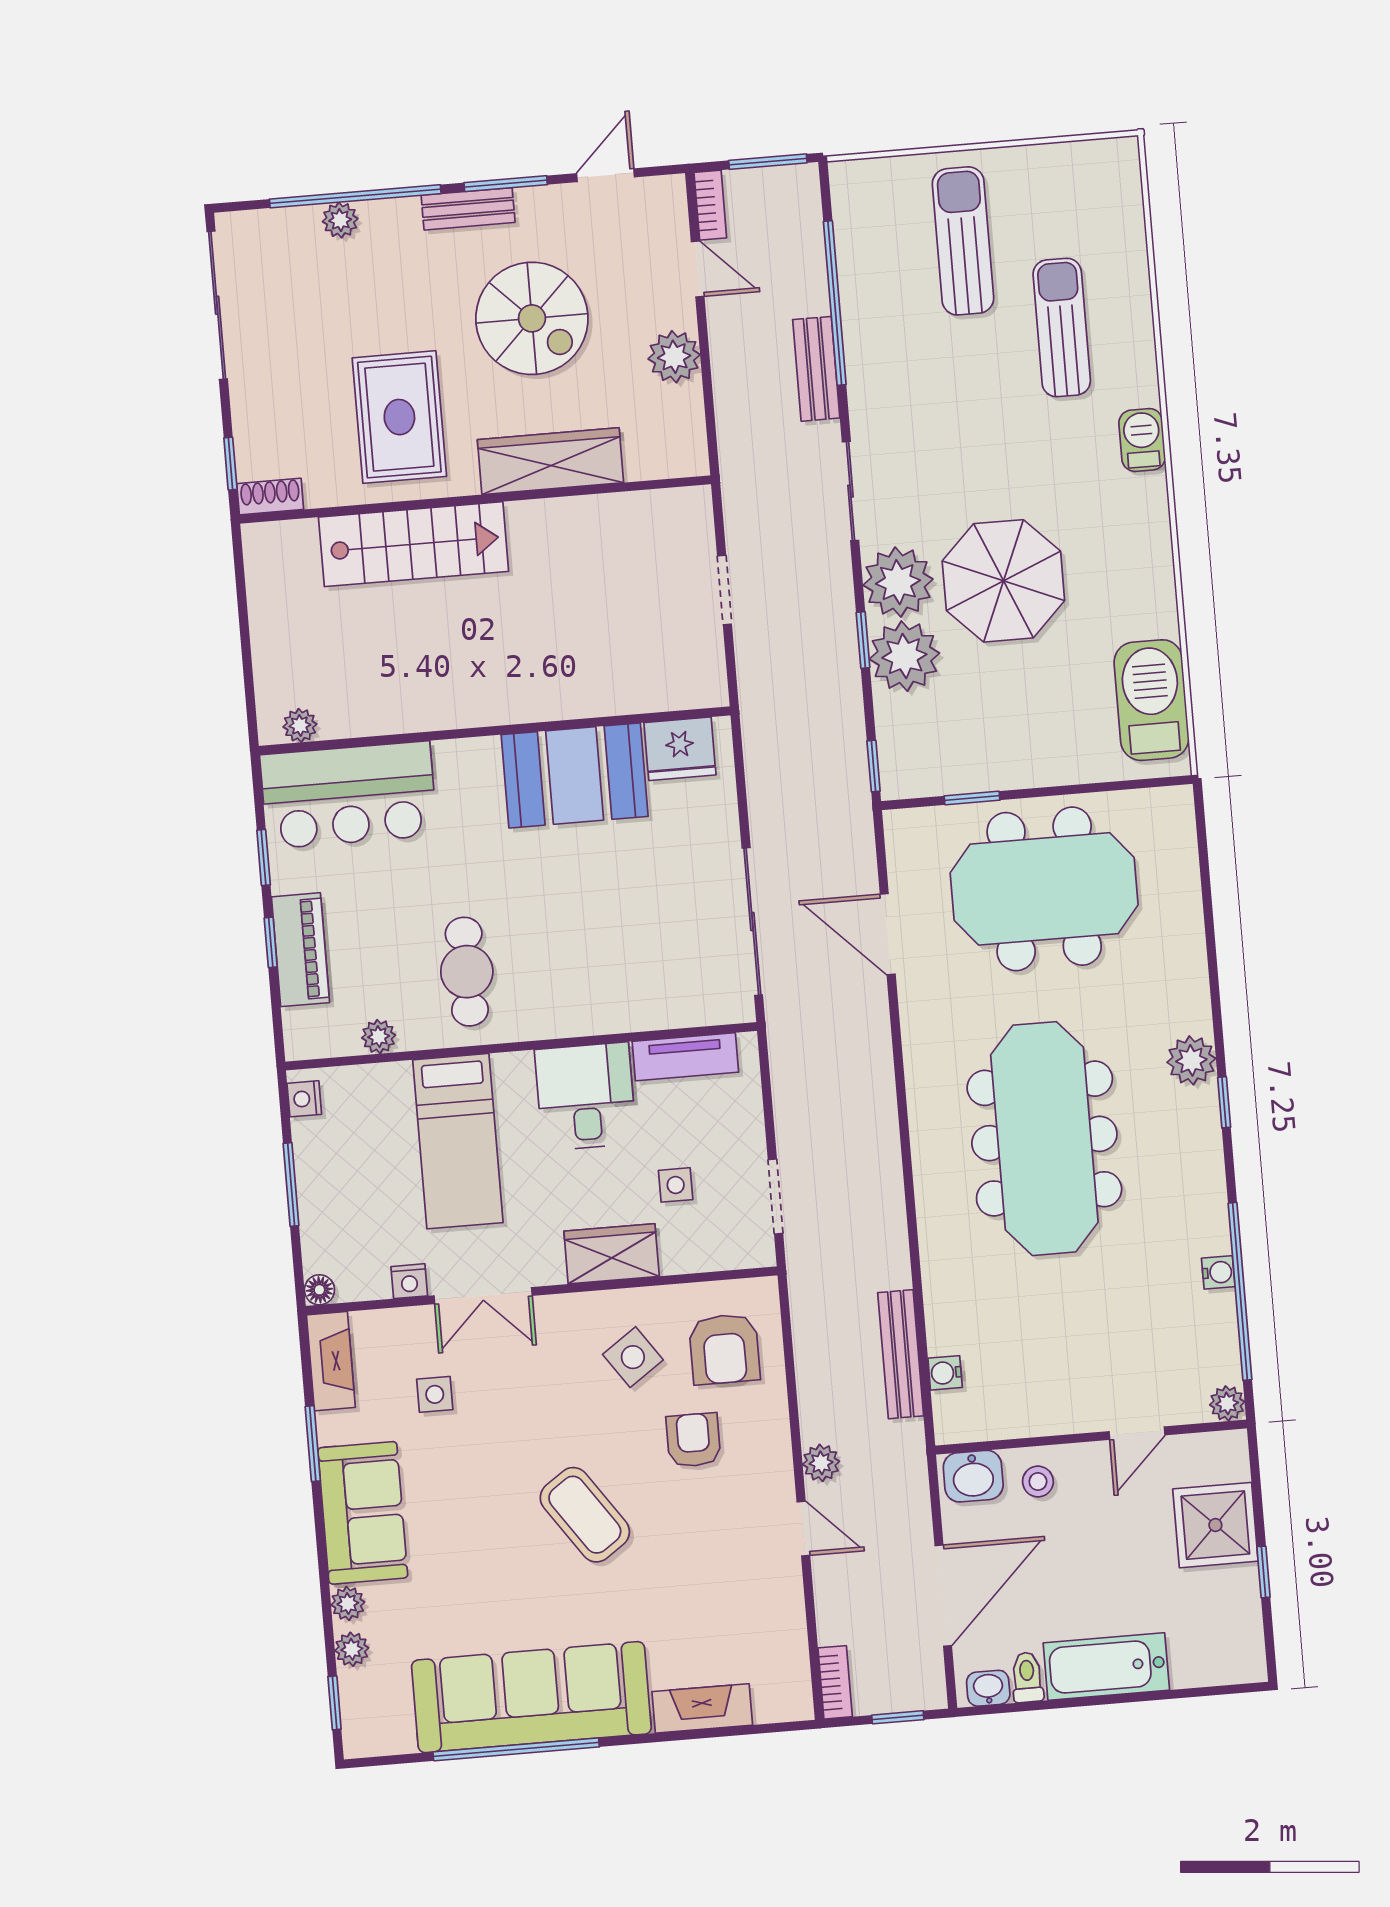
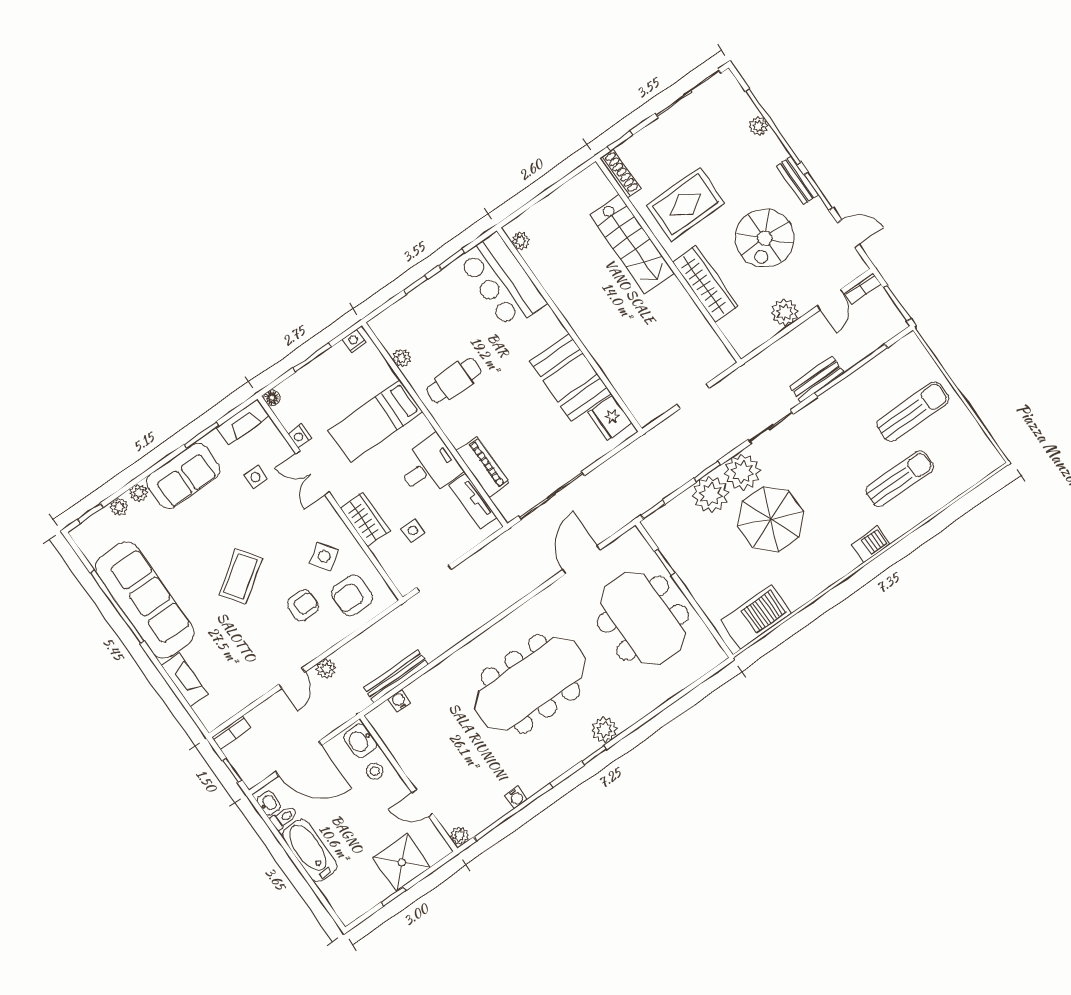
shoe rack: (270, 497) -> (620, 173), width x1.43
piano: (301, 950) -> (483, 467), moved, turned -90

